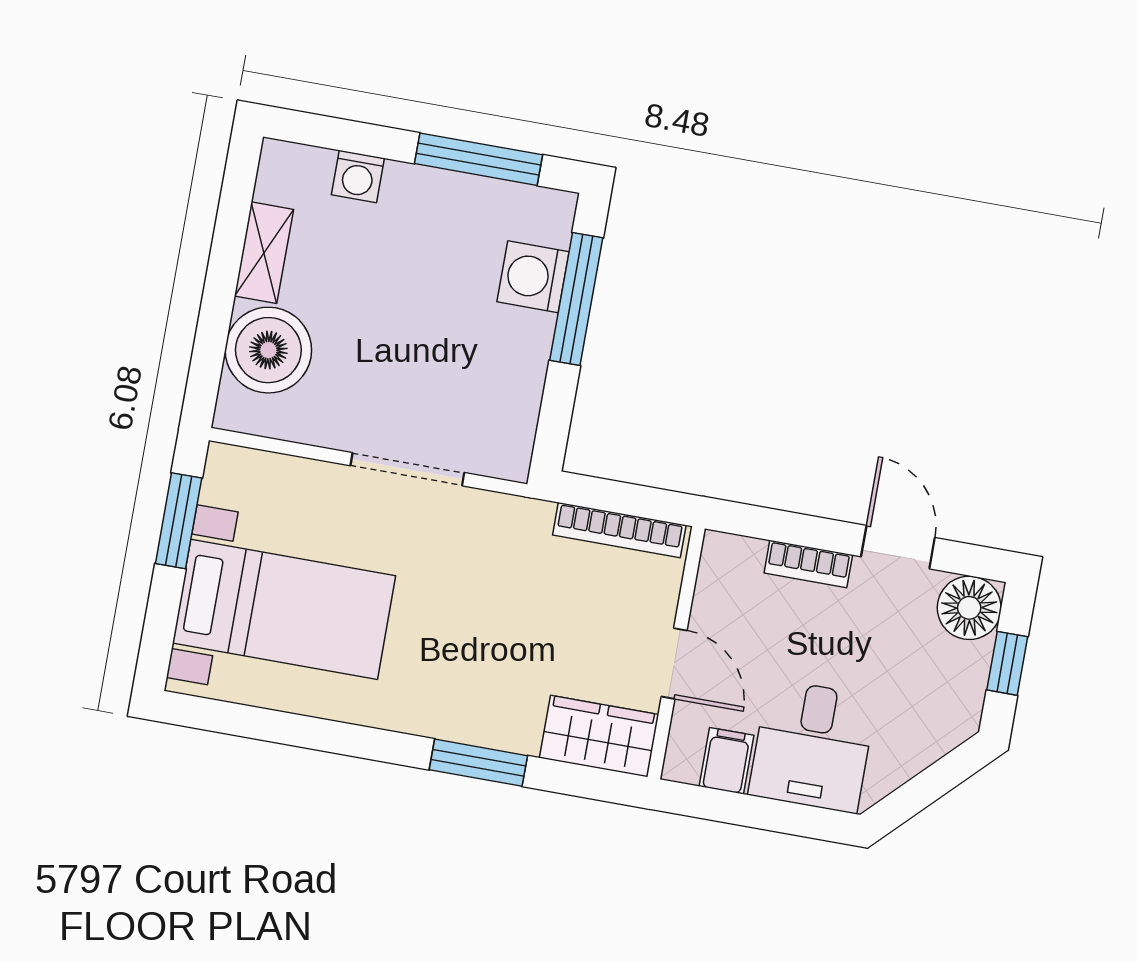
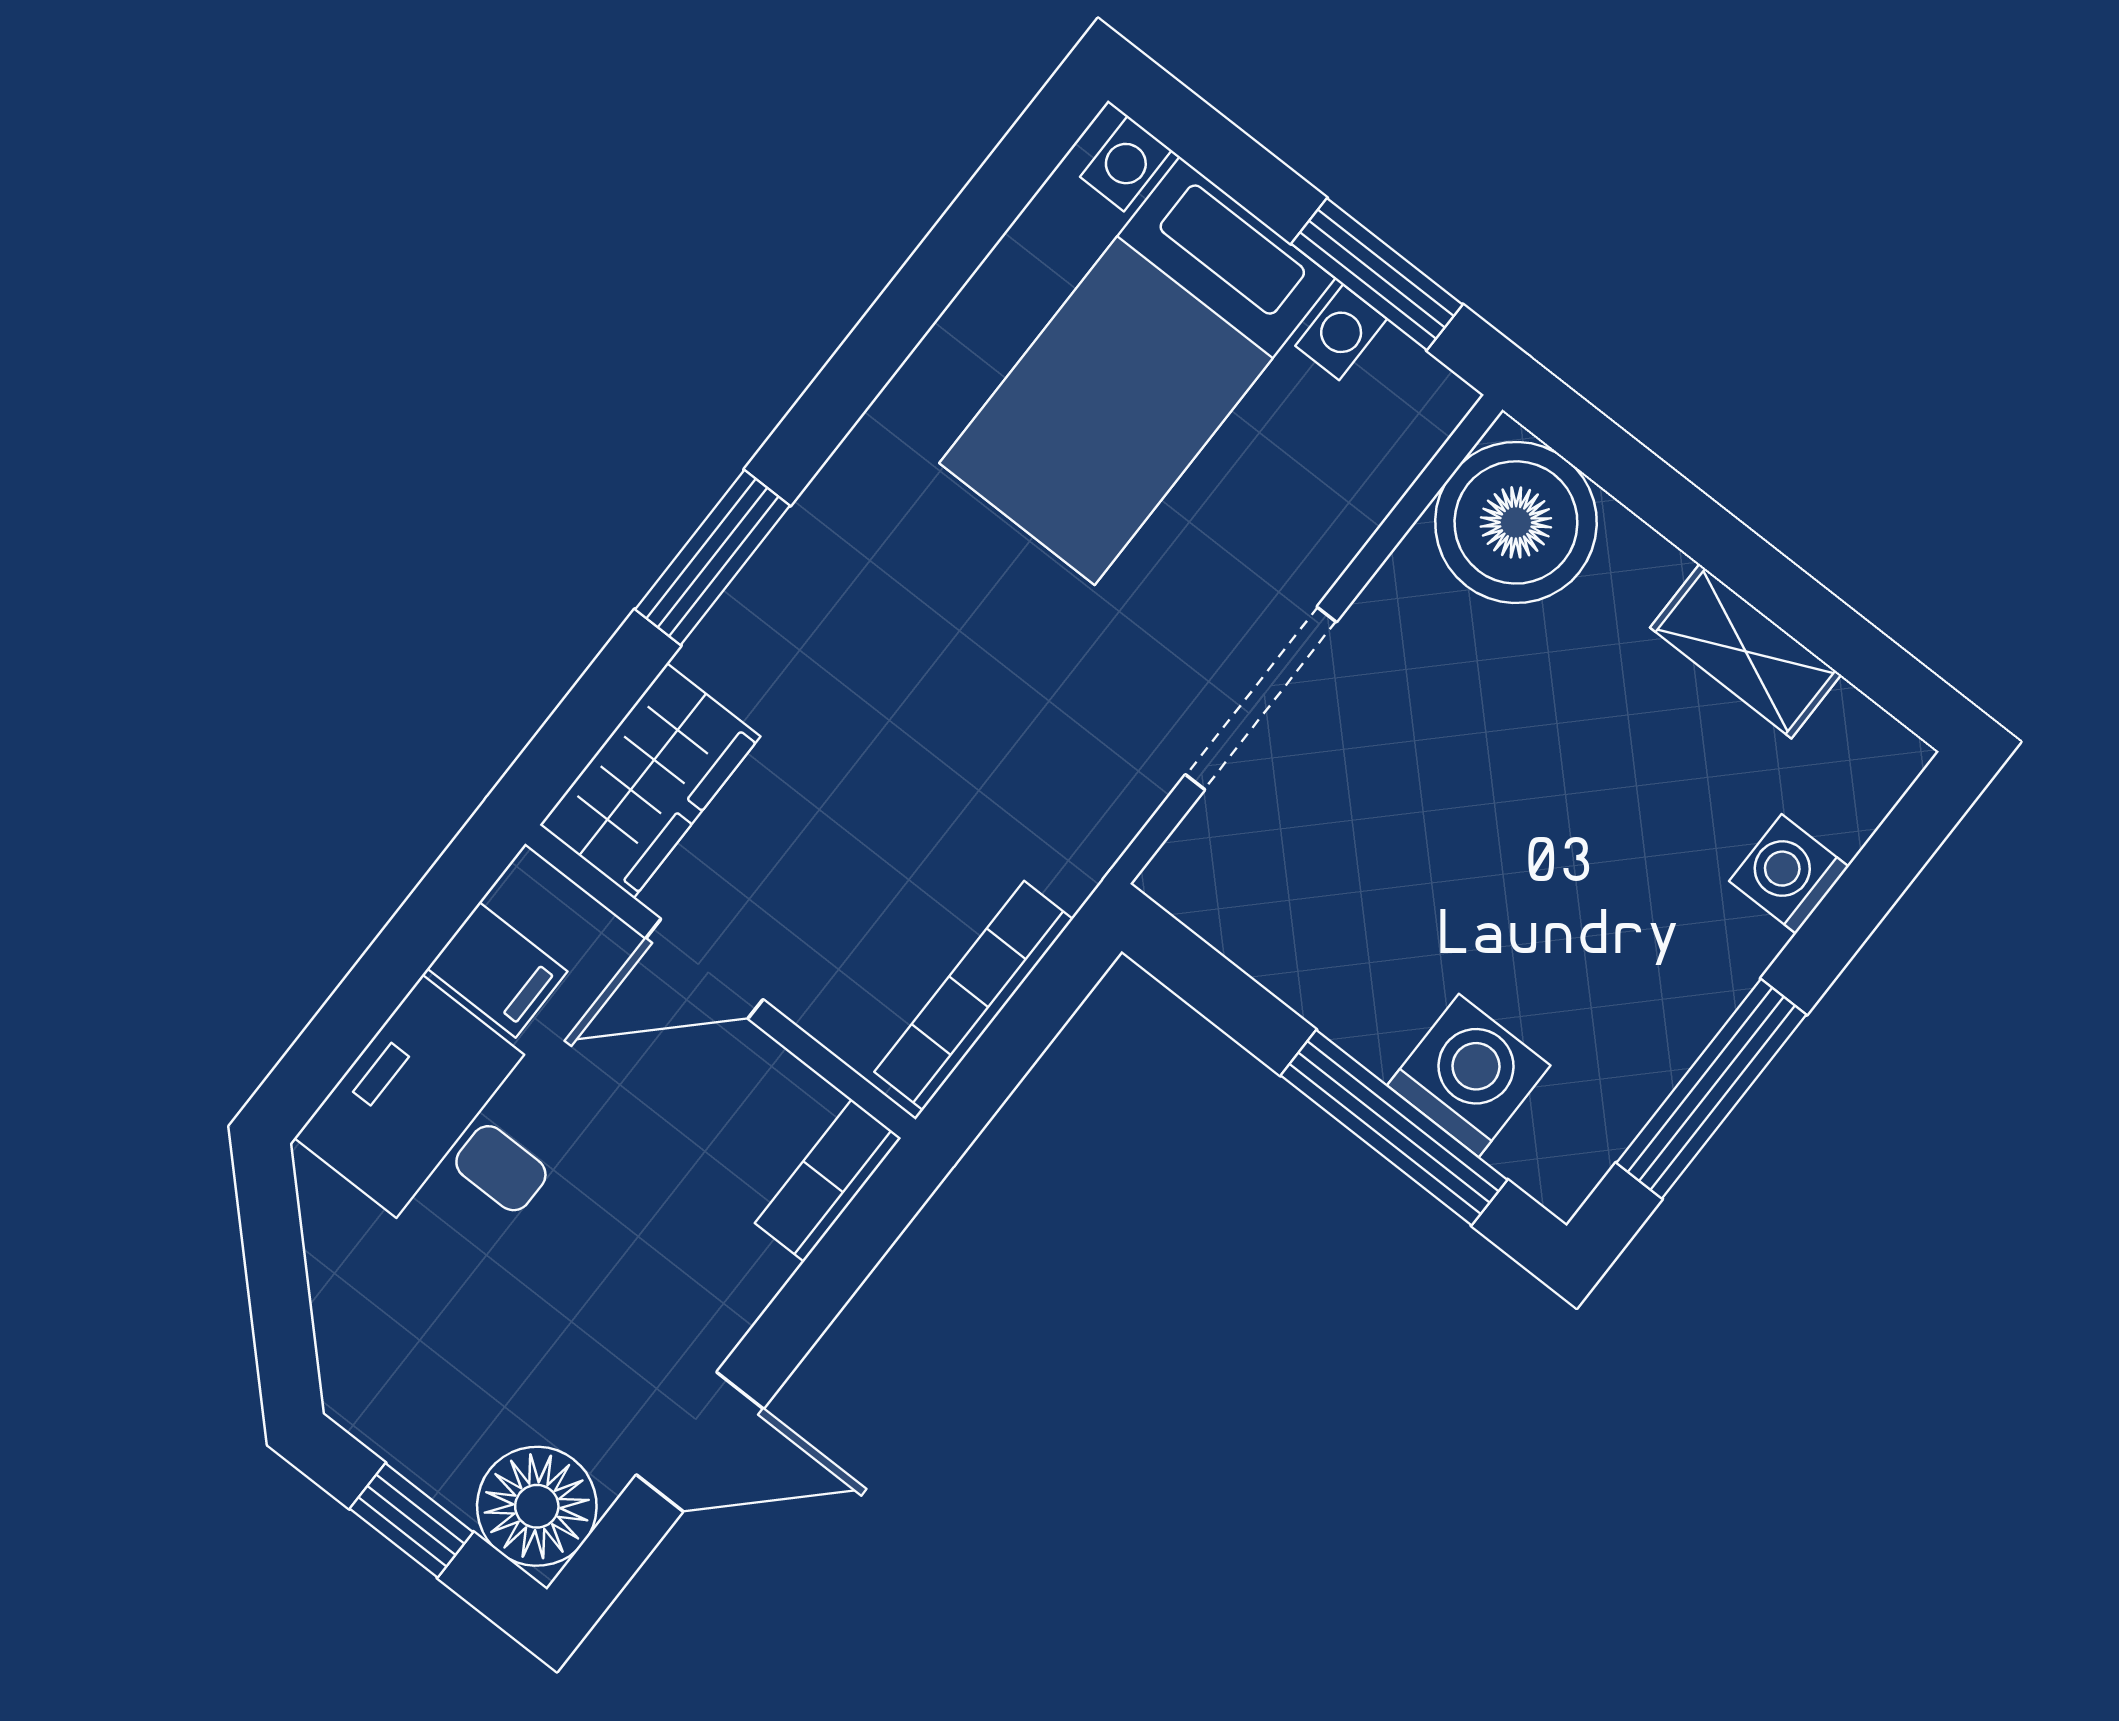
boiler: (268, 350) -> (1516, 522), moved
bookcase: (808, 564) -> (828, 1181), moved

